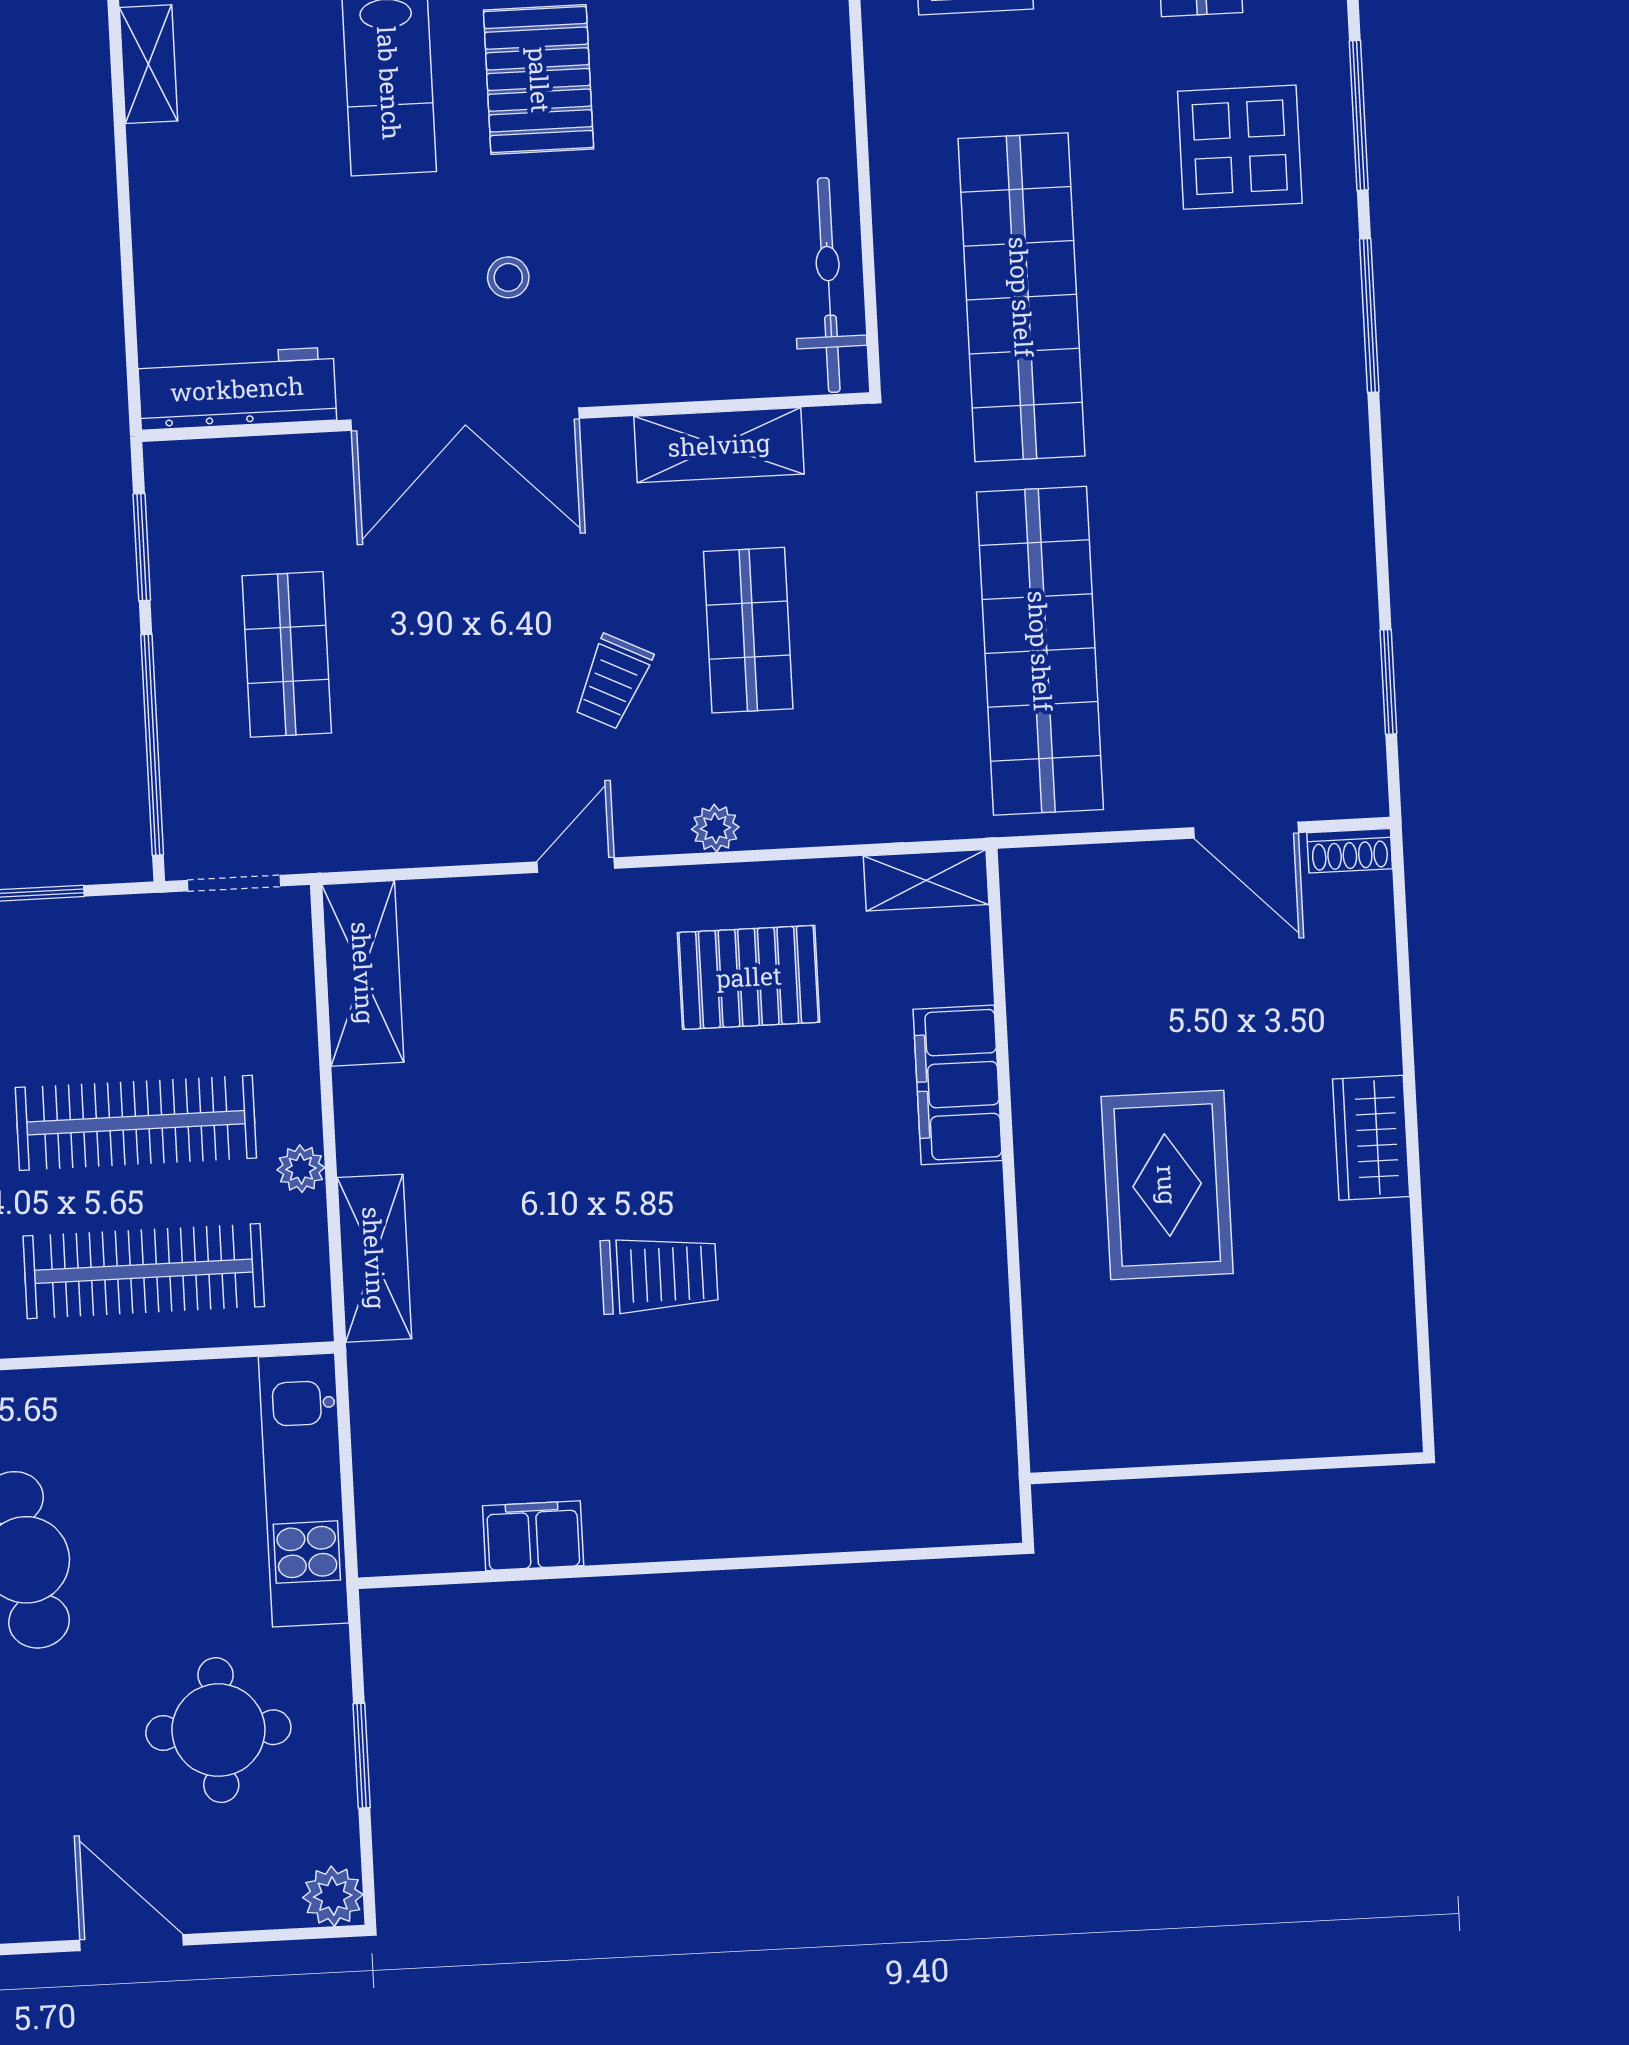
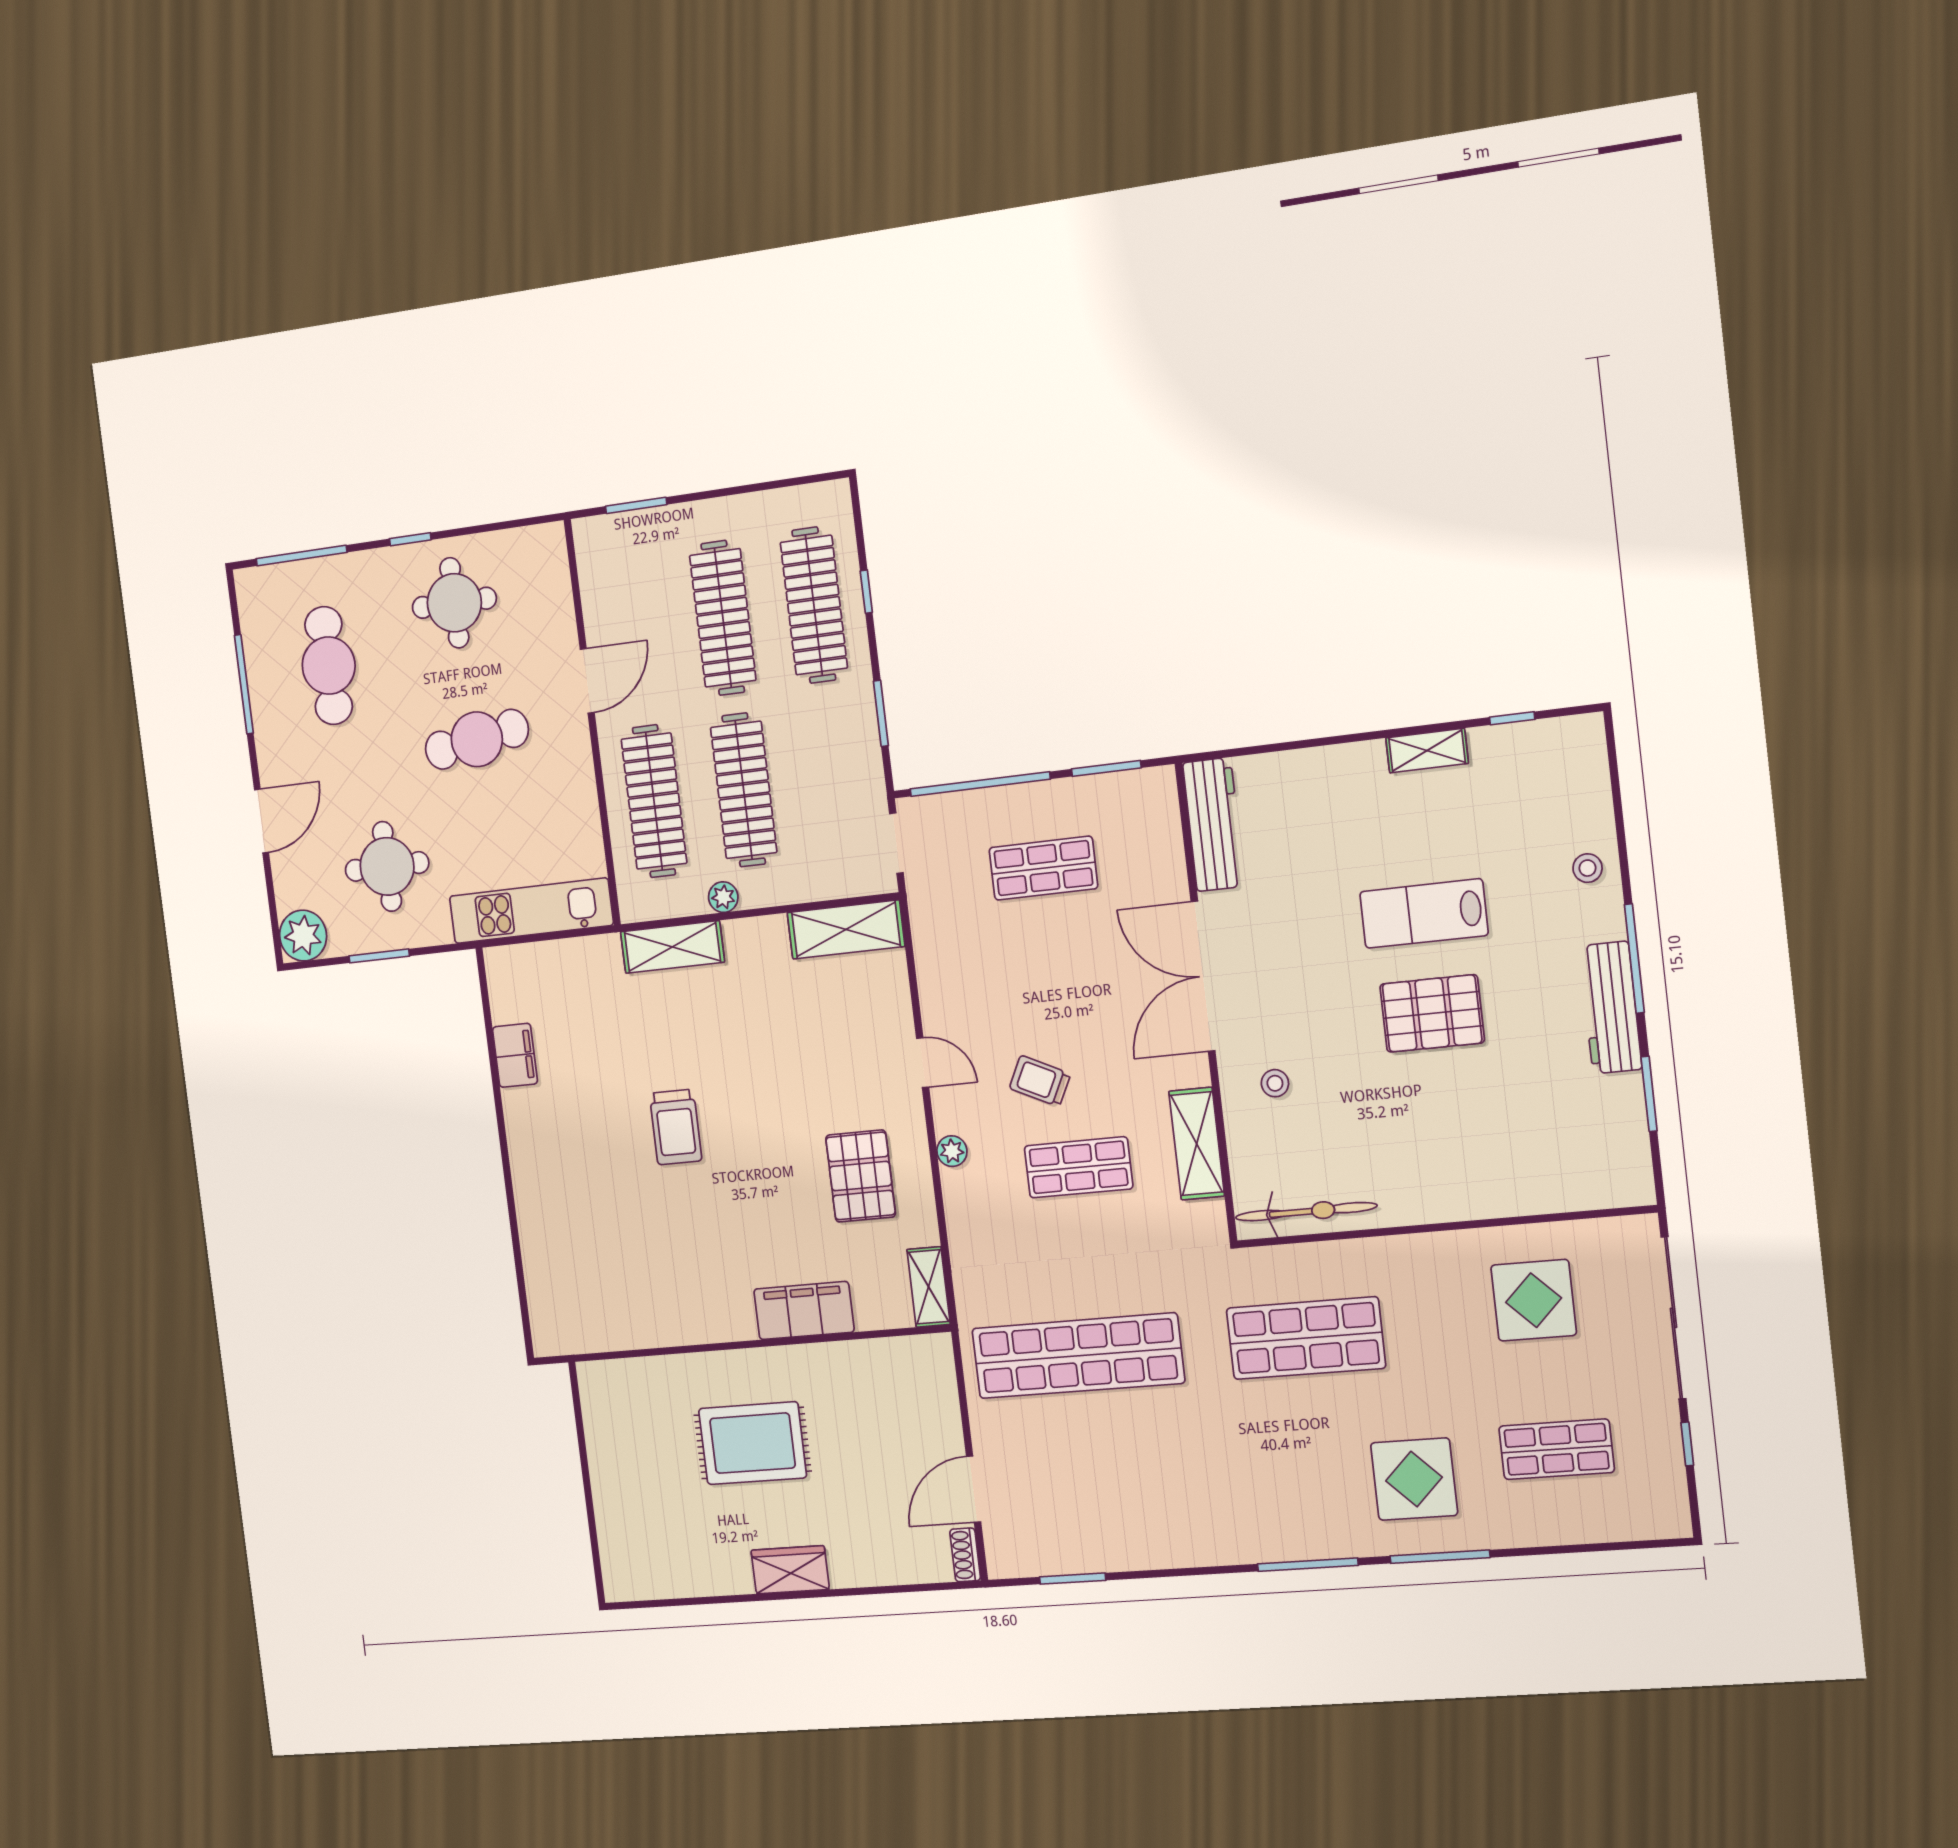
stool: (508, 277) -> (1275, 1083), moved
shop shelf: (1021, 297) -> (1306, 1338), width x0.71
plant: (333, 1896) -> (303, 936), width x1.36, depth x1.36

